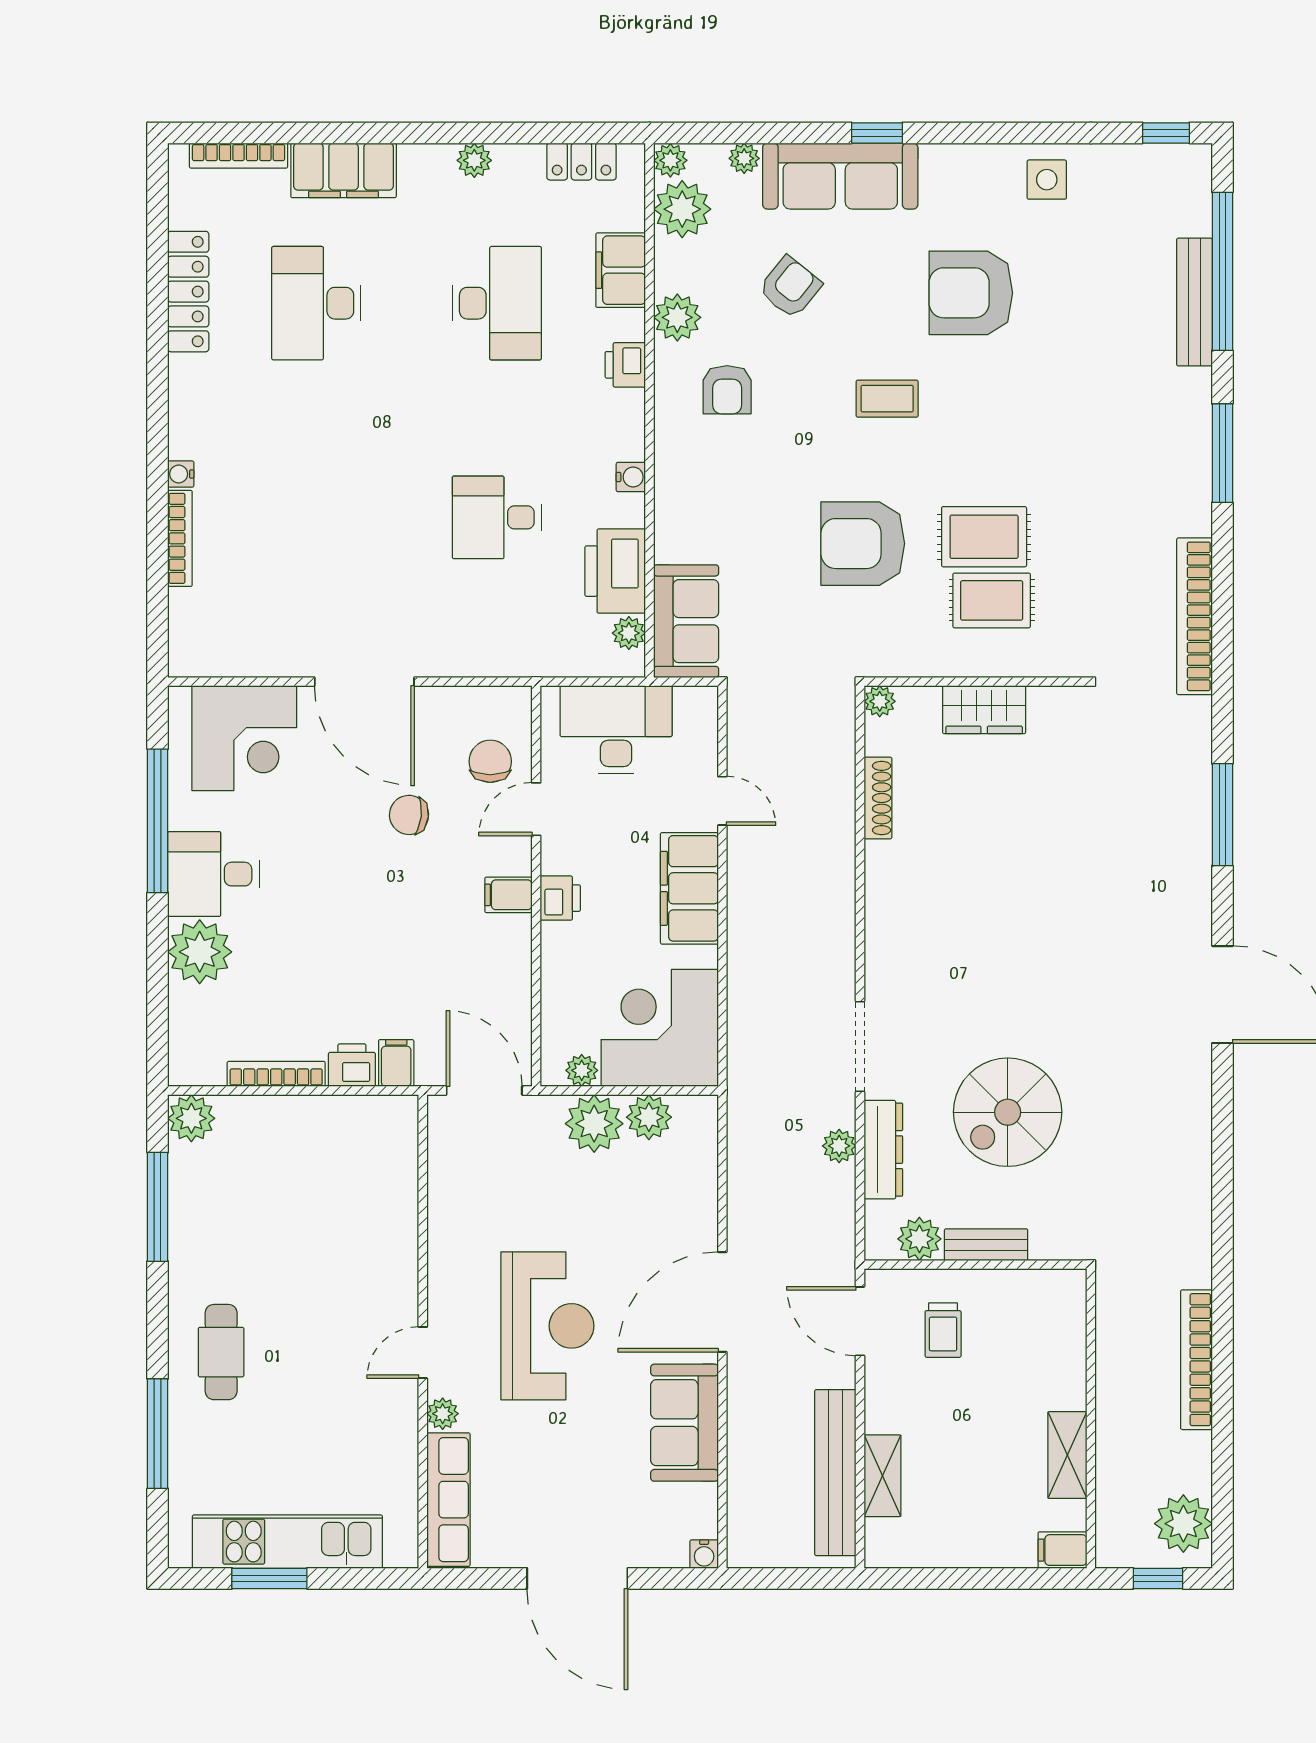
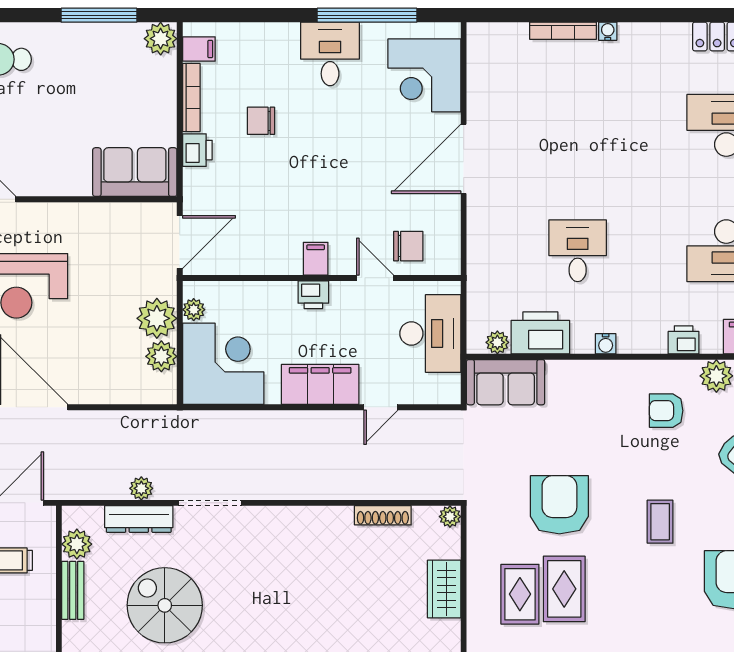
chair: (409, 815) -> (261, 121), moved, turned -96
plant: (200, 952) -> (276, 44), removed
filing cabinet: (396, 1063) -> (199, 49), moved
sofa: (384, 1155) -> (135, 172), added

